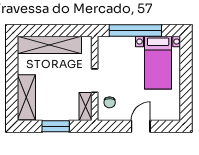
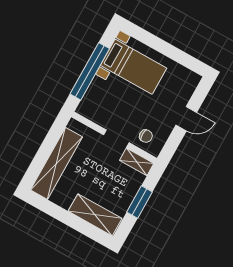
door: (141, 126) -> (186, 119), swing flipped

